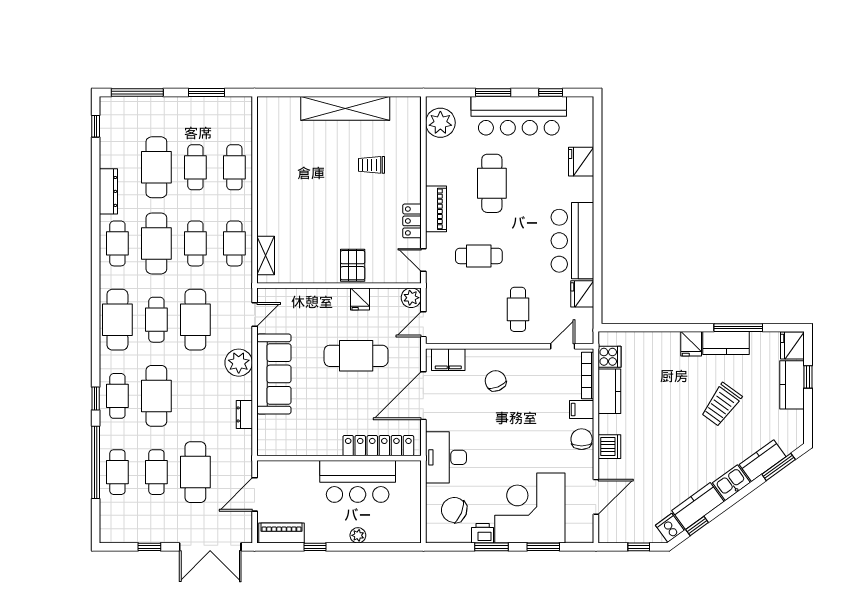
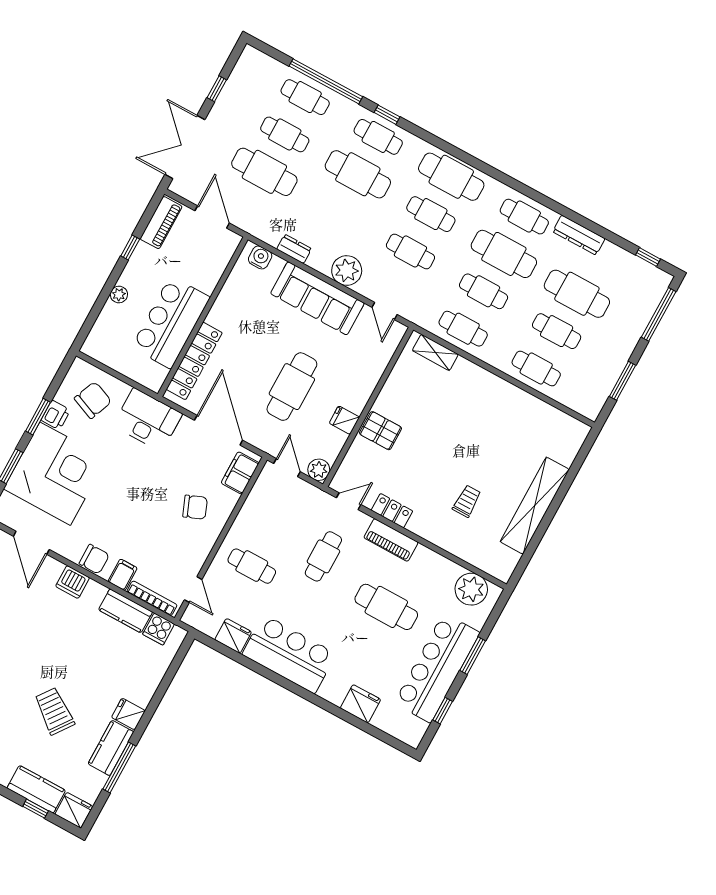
cafe table: (195, 320) -> (410, 251), width x0.73, depth x0.74
water cooler: (266, 438) -> (260, 257), added

